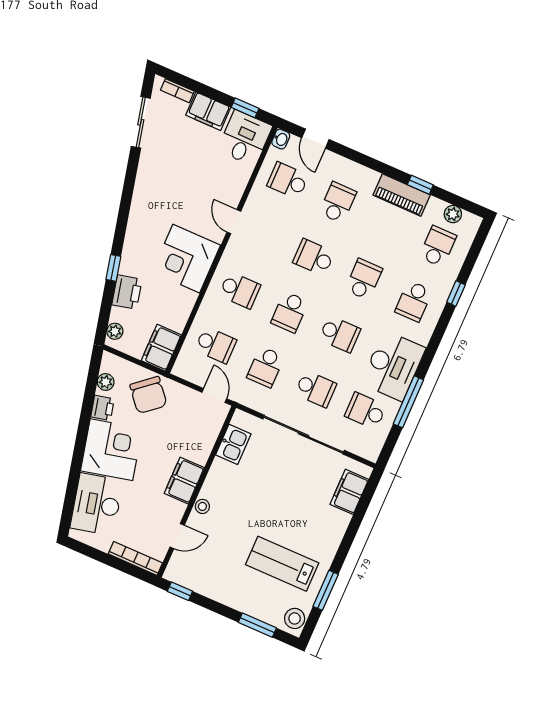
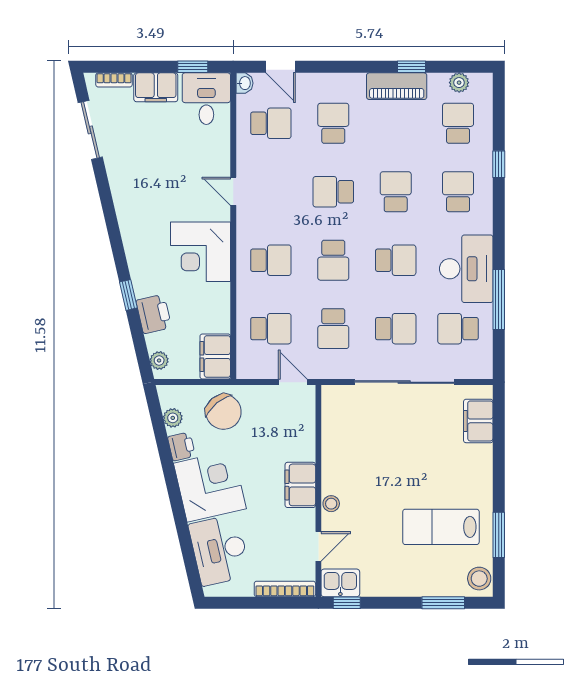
school desk: (288, 181) -> (271, 123), turned 180
school desk: (414, 301) -> (458, 192), turned 180
kitchen sink: (233, 444) -> (340, 583), moved, turned -90

